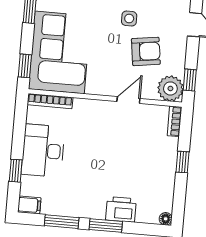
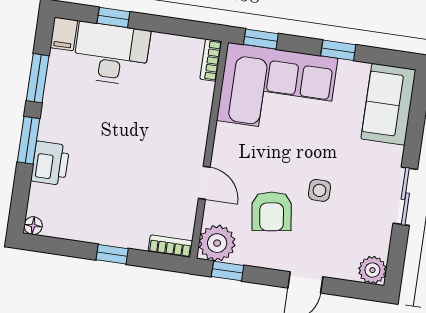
bookcase: (50, 101) -> (211, 60), width x0.64
desk: (43, 151) -> (111, 54), moved

